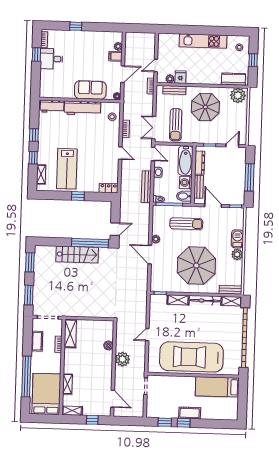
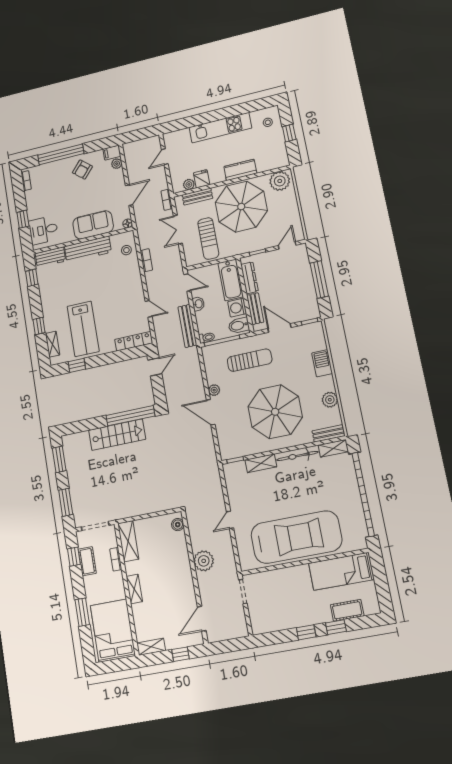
window: (76, 26) -> (61, 154), width x3.17
armchair: (90, 43) -> (82, 170), added
window: (36, 54) -> (23, 219), moved
filing cabinet: (116, 56) -> (112, 153), moved
desk: (51, 59) -> (43, 230), moved
door: (156, 65) -> (165, 157), moved
kitchen counter: (233, 79) -> (240, 170), moved
parasol: (205, 107) -> (241, 207), width x1.36, depth x1.36
double door: (154, 128) -> (178, 230), moved
window: (34, 135) -> (32, 278), moved
door: (120, 153) -> (149, 309), moved
locker: (109, 188) -> (134, 341), width x1.53
window: (78, 196) -> (77, 365), moved
door: (115, 229) -> (155, 367), moved
plant: (237, 254) -> (330, 400), moved
window: (28, 336) -> (74, 557), added
boiler: (108, 345) -> (178, 525), moved
car: (191, 357) -> (296, 537), turned 180
window: (26, 376) -> (82, 612), width x0.47
shelving: (67, 384) -> (134, 589), moved
door: (113, 399) -> (202, 619), swing flipped
cot: (190, 413) -> (347, 610), moved
window: (165, 422) -> (336, 627), moved

